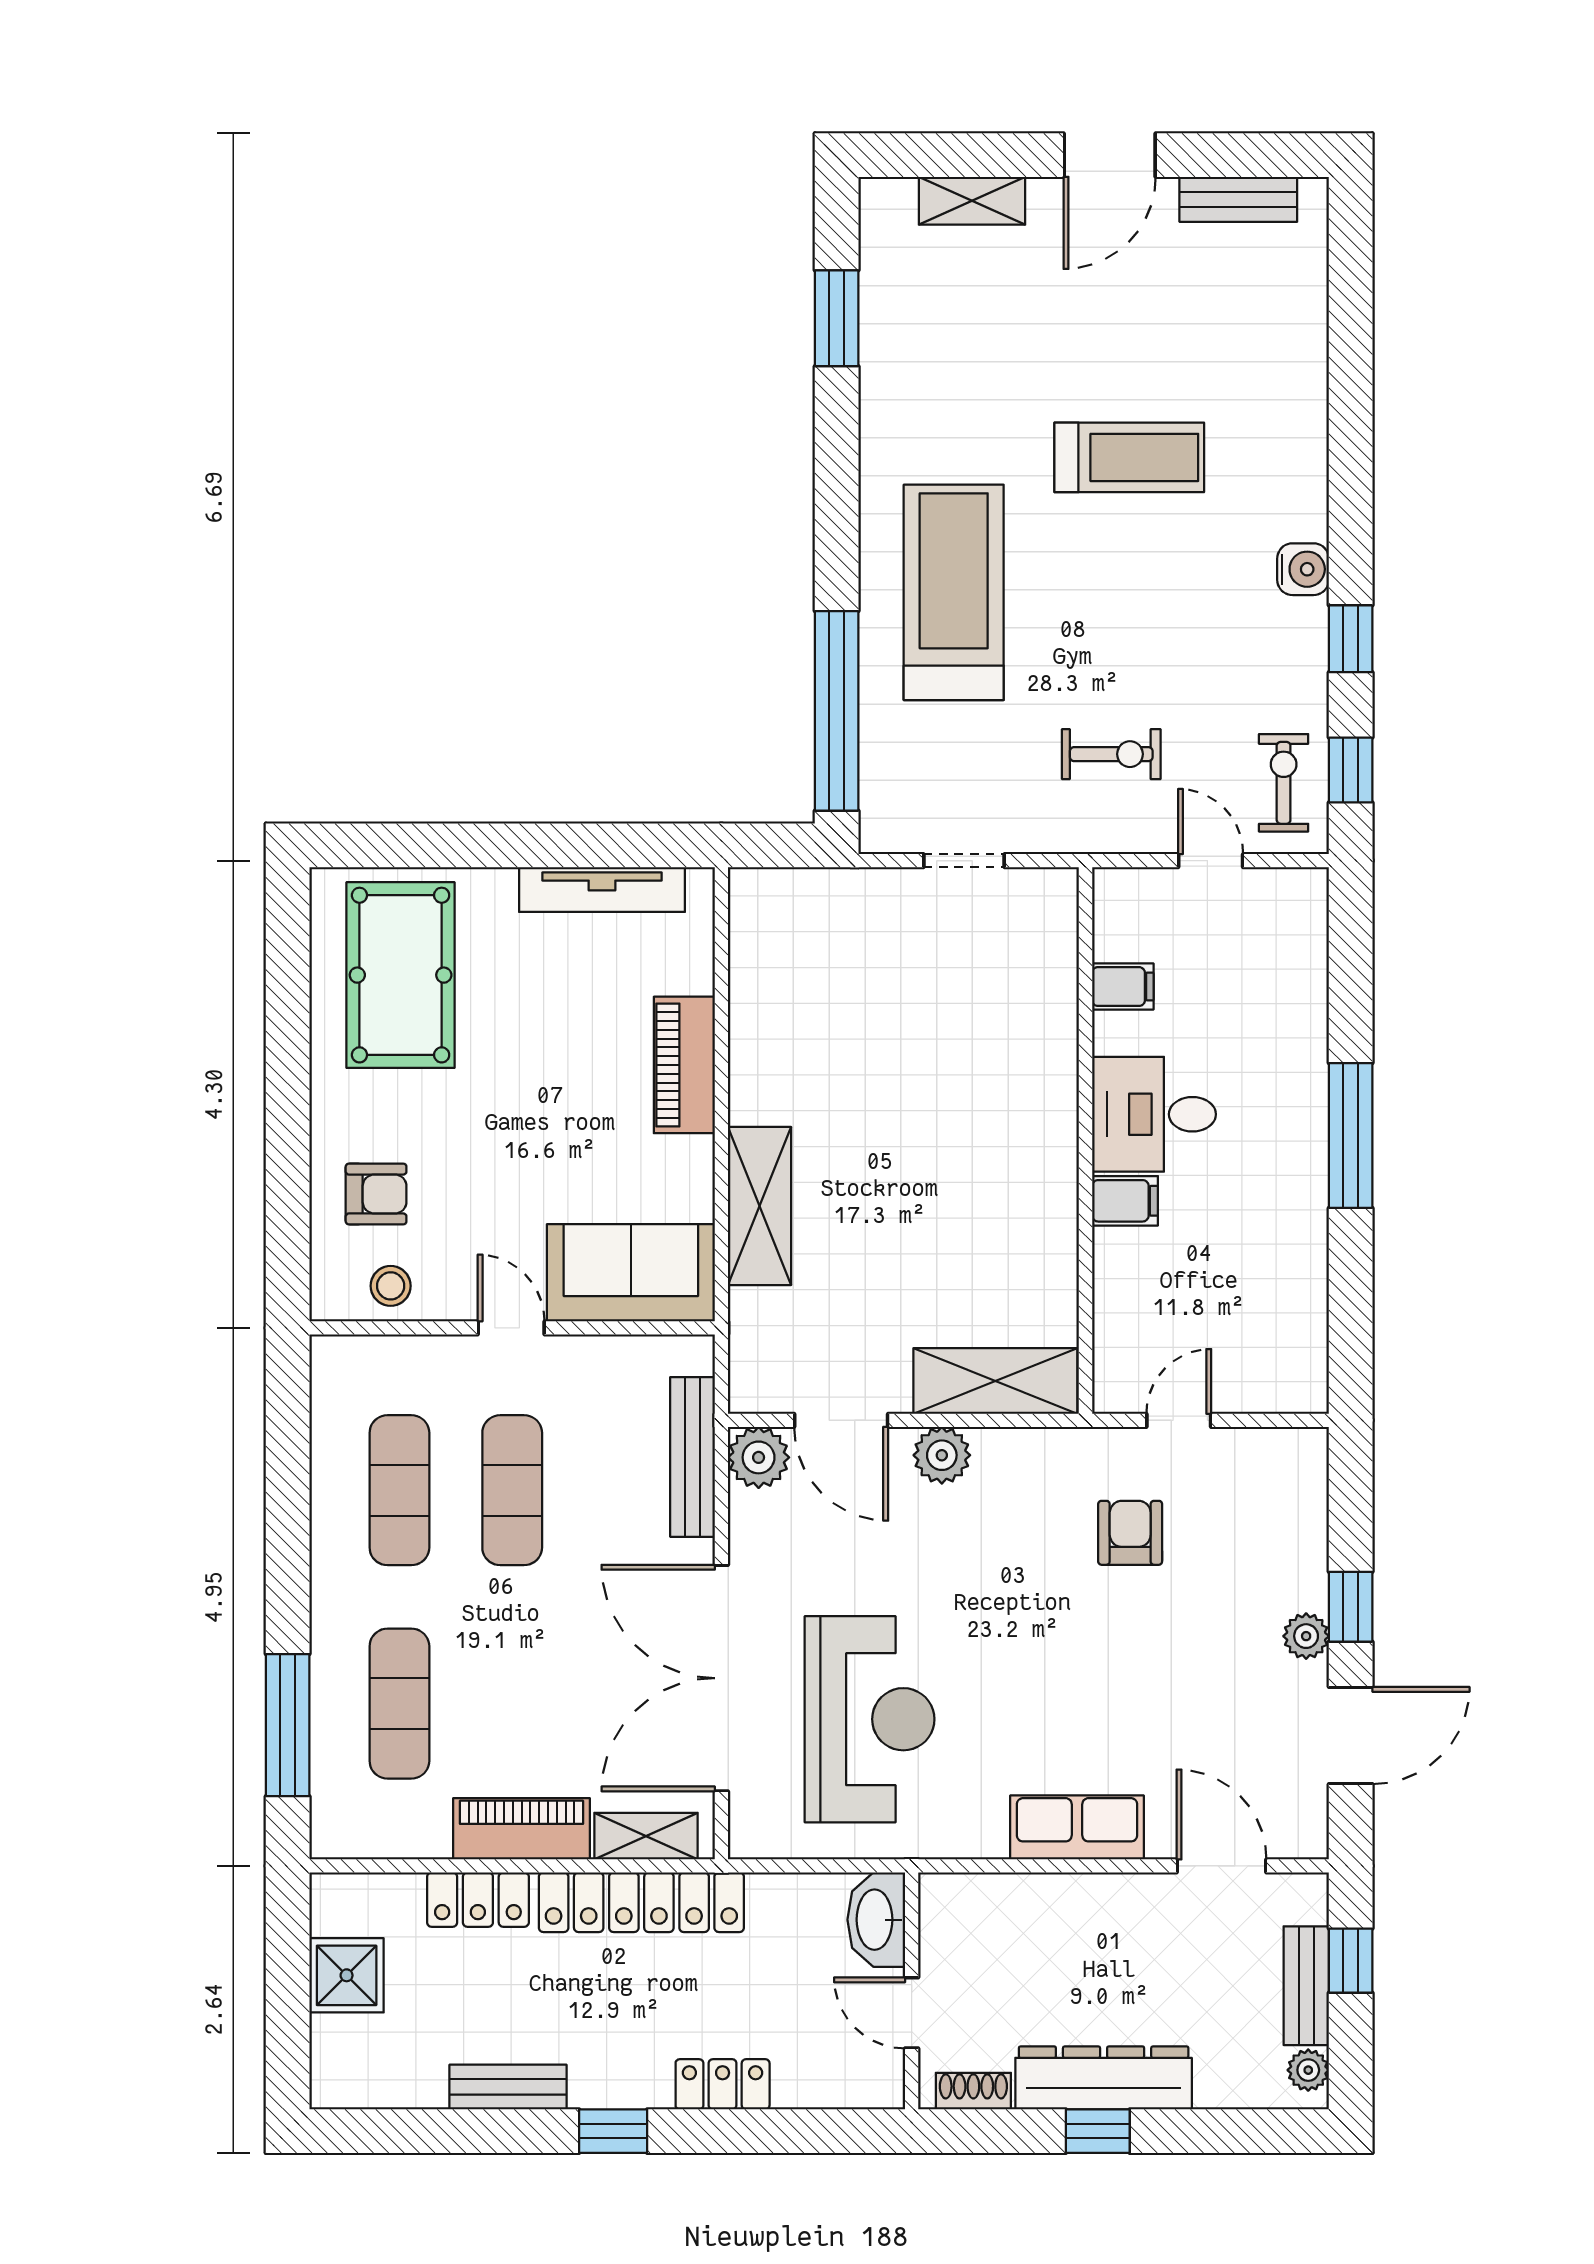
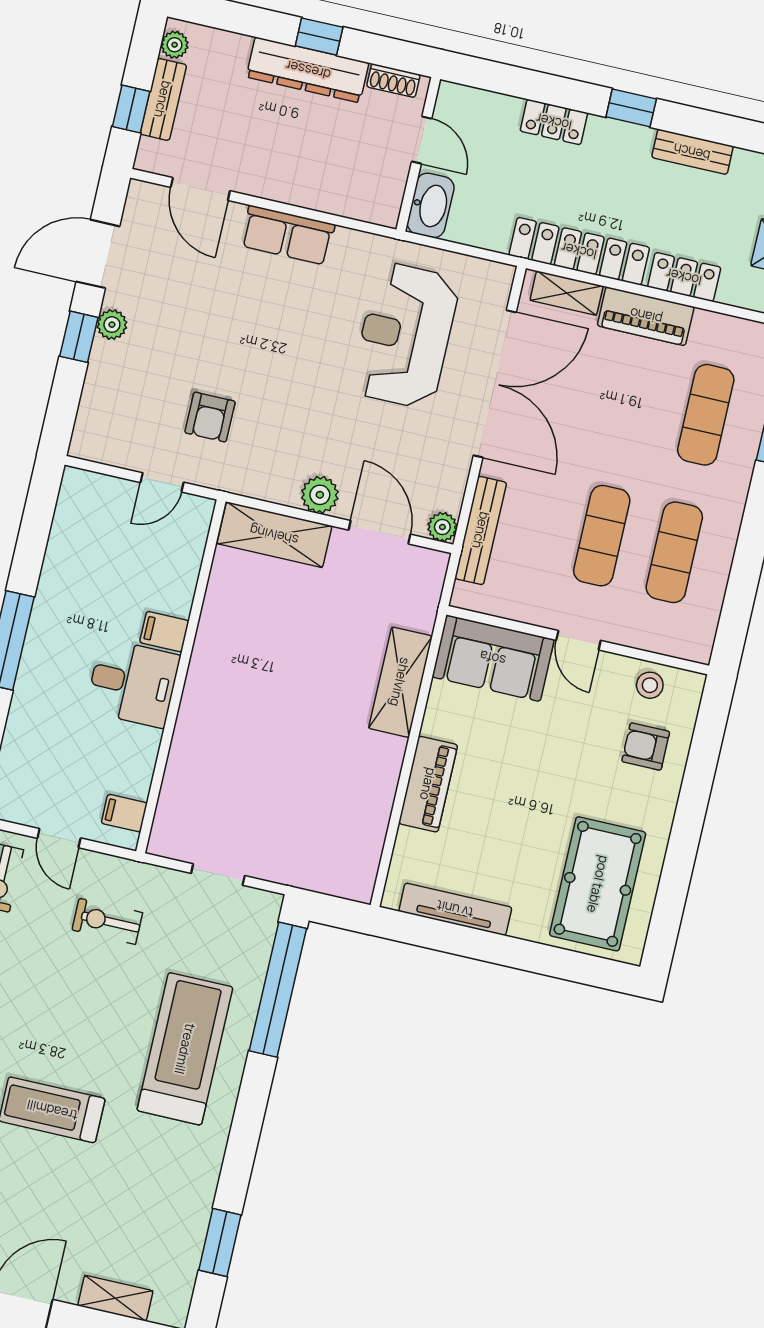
treadmill: (954, 592) -> (185, 1049), turned 180
filing cabinet: (1123, 987) -> (124, 813), moved
plant: (759, 1457) -> (442, 527), width x0.73, depth x0.73

